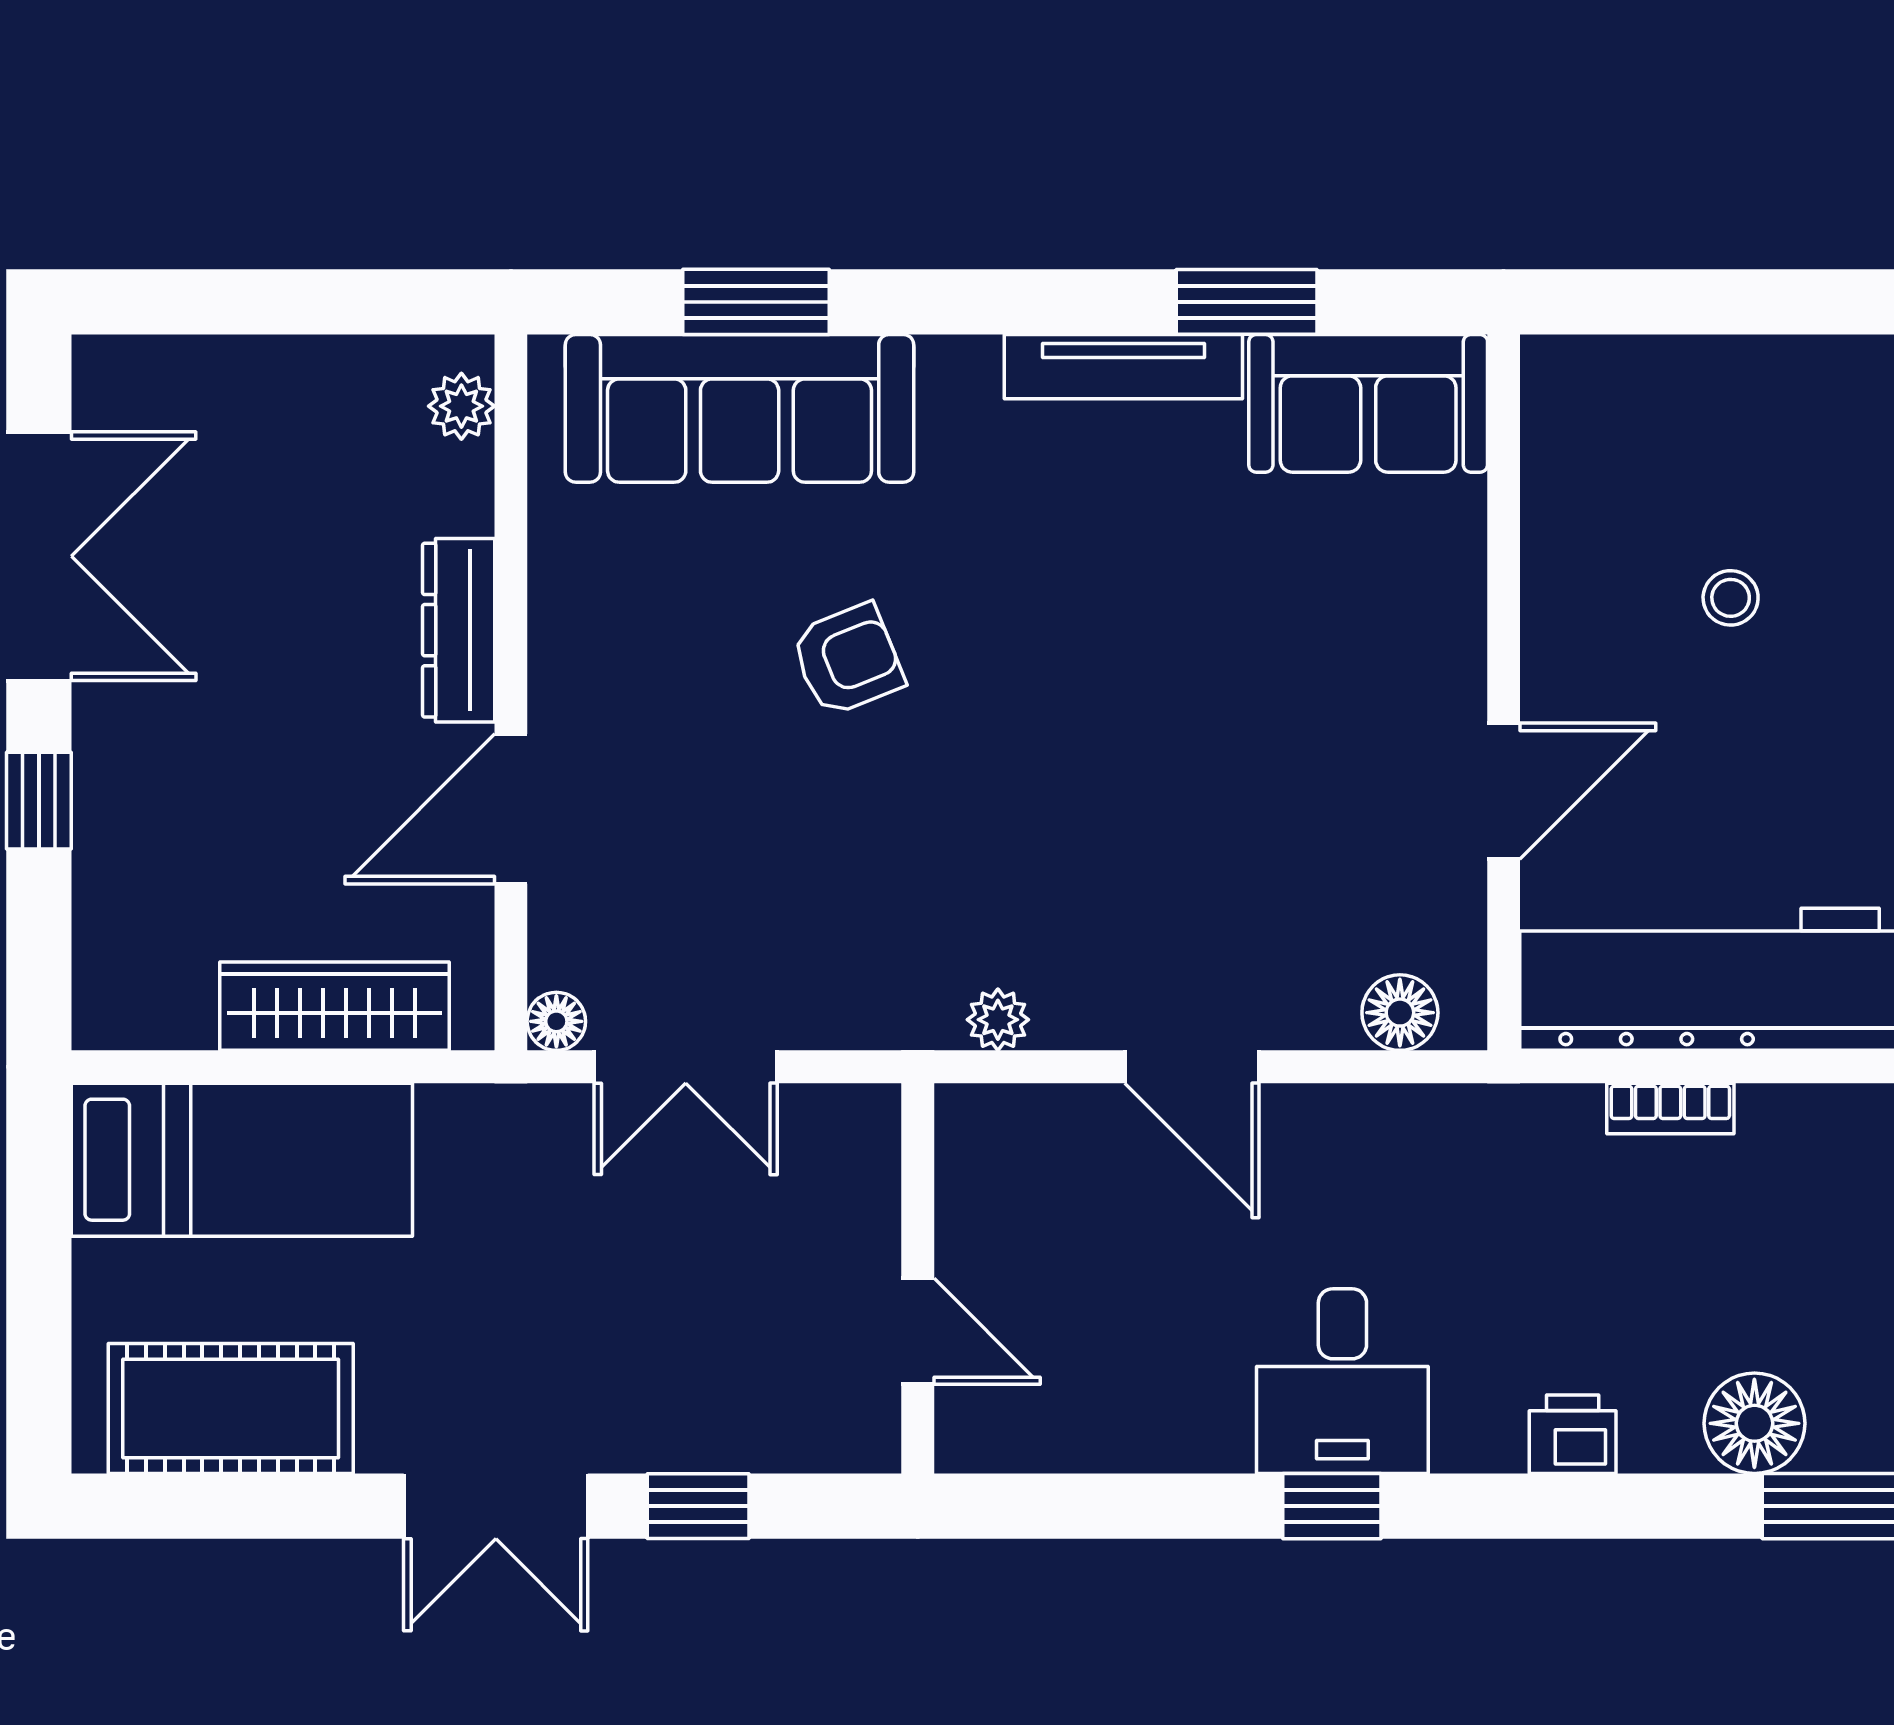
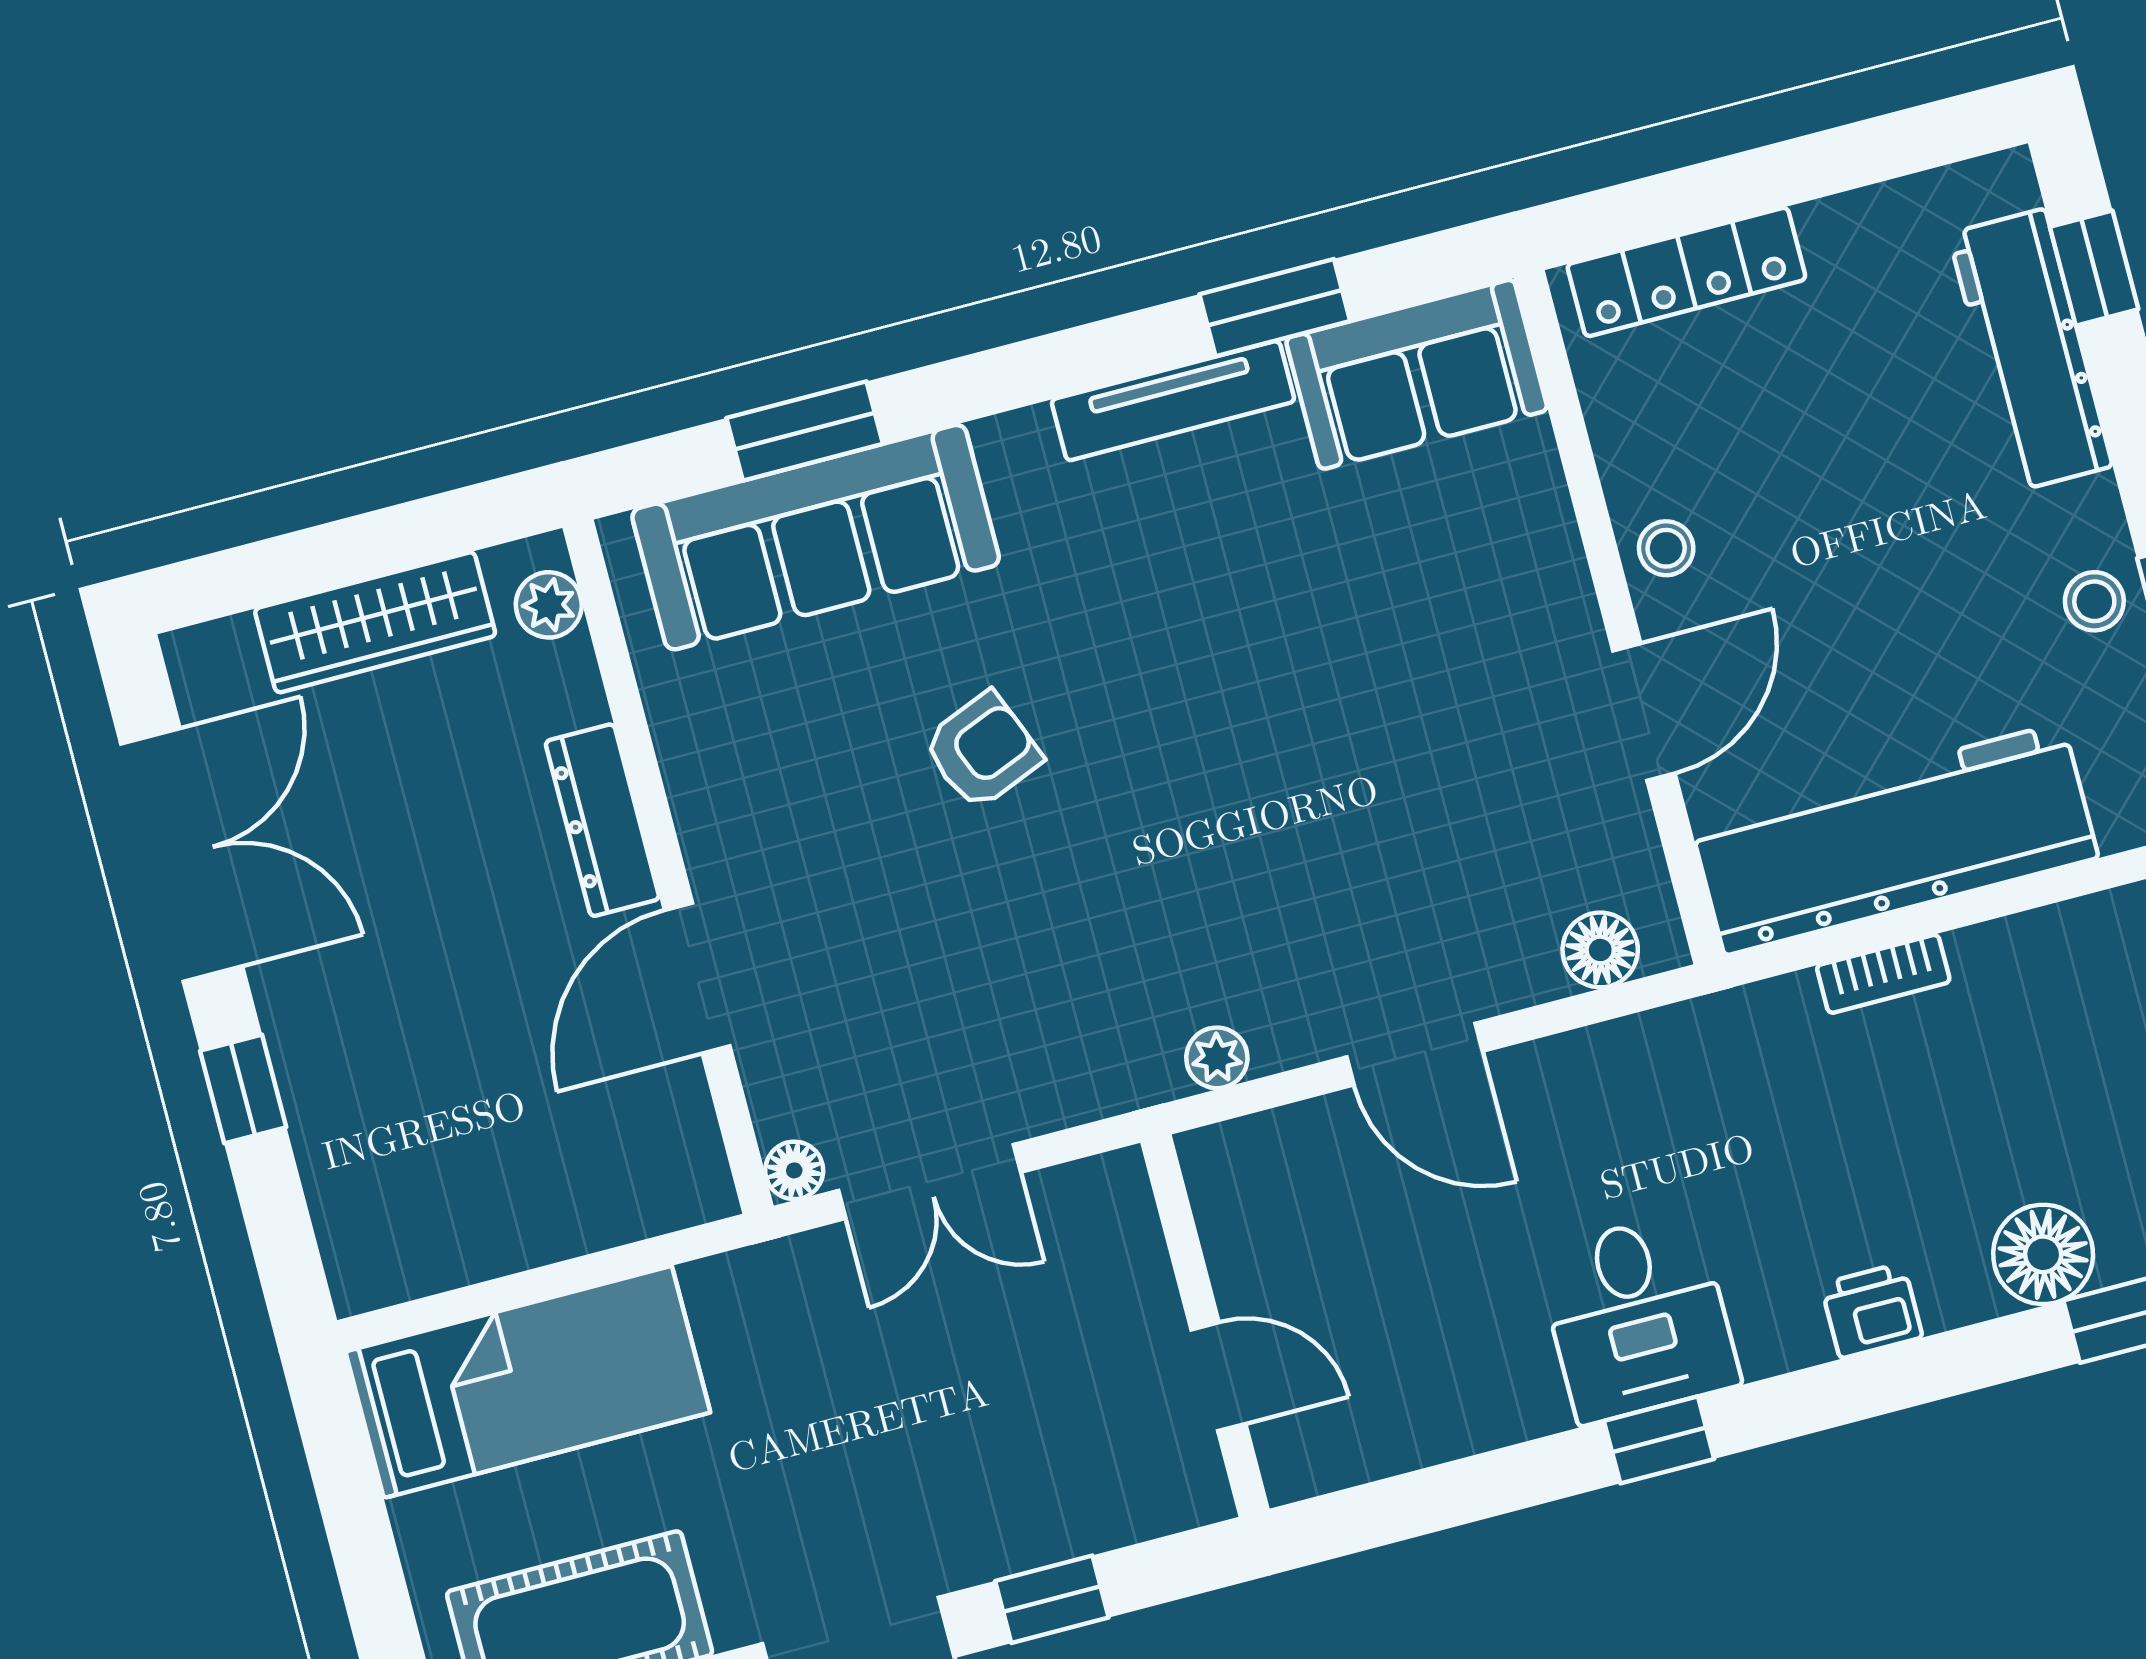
locker: (1658, 373) -> (1686, 272), added
stool: (1731, 598) -> (1666, 548), moved
wardrobe: (334, 1006) -> (375, 622), moved, turned 180

